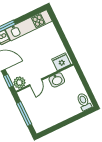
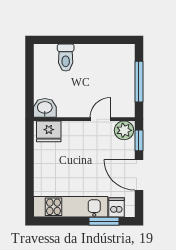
washbasin: (57, 80) -> (45, 108), moved
toilet: (84, 102) -> (66, 58), moved

